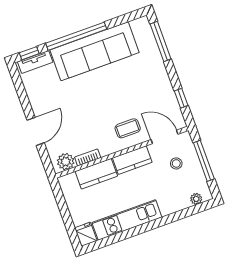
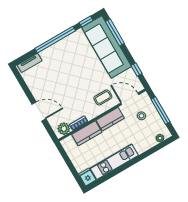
sofa: (95, 51) -> (107, 47), moved, turned 90
window: (29, 53) -> (86, 21), moved
door: (36, 131) -> (39, 111), hinge flipped

